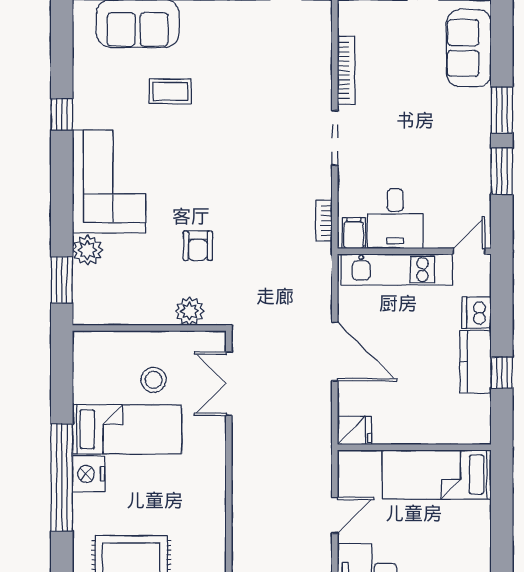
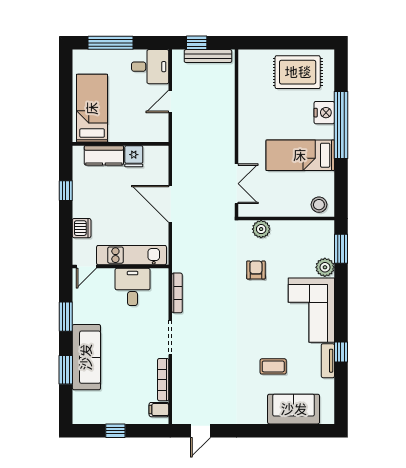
sofa: (469, 48) -> (86, 357), moved, width x1.36
tv unit: (83, 101) -> (328, 361), added
window: (502, 110) -> (66, 370), moved
bookcase: (324, 221) -> (177, 293), width x1.56
filing cabinet: (354, 233) -> (159, 410), moved, turned 90
kitchen counter: (476, 362) -> (104, 155), moved, turned 90
stool: (154, 380) -> (319, 205), moved
fridge: (355, 430) -> (134, 156), moved, turned -90
nightstand: (89, 474) -> (324, 113), moved
bed: (437, 475) -> (92, 108), moved, turned -90

